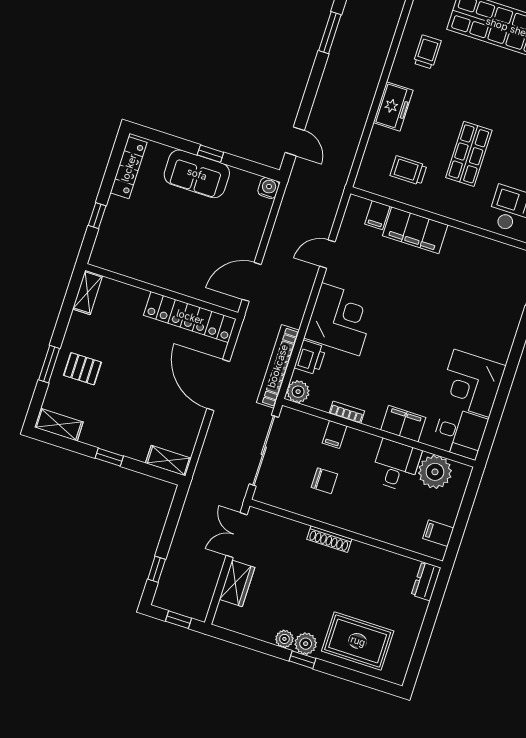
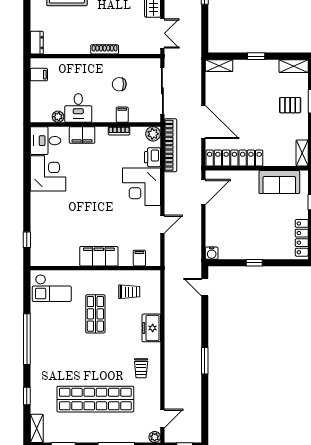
sofa: (197, 174) -> (279, 182), moved, turned 180
filing cabinet: (415, 230) -> (99, 256), moved
plant: (435, 472) -> (58, 117), width x0.53, depth x0.53

